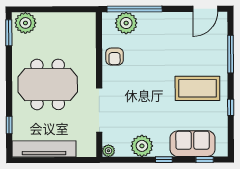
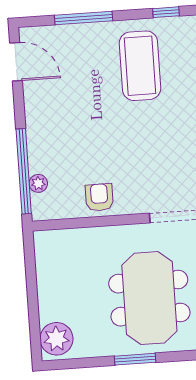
plant: (126, 23) -> (38, 183), width x0.53, depth x0.53
window: (9, 33) -> (135, 359), moved
armchair: (115, 57) -> (99, 197), turned -90

